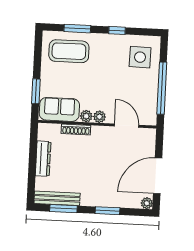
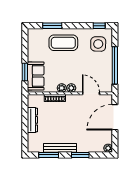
window: (117, 30) -> (99, 26), moved
coffee table: (69, 51) -> (63, 43), moved
sofa: (59, 109) -> (36, 76), moved, turned 90
door: (158, 176) -> (115, 117), moved
bench: (57, 198) -> (60, 148), moved

